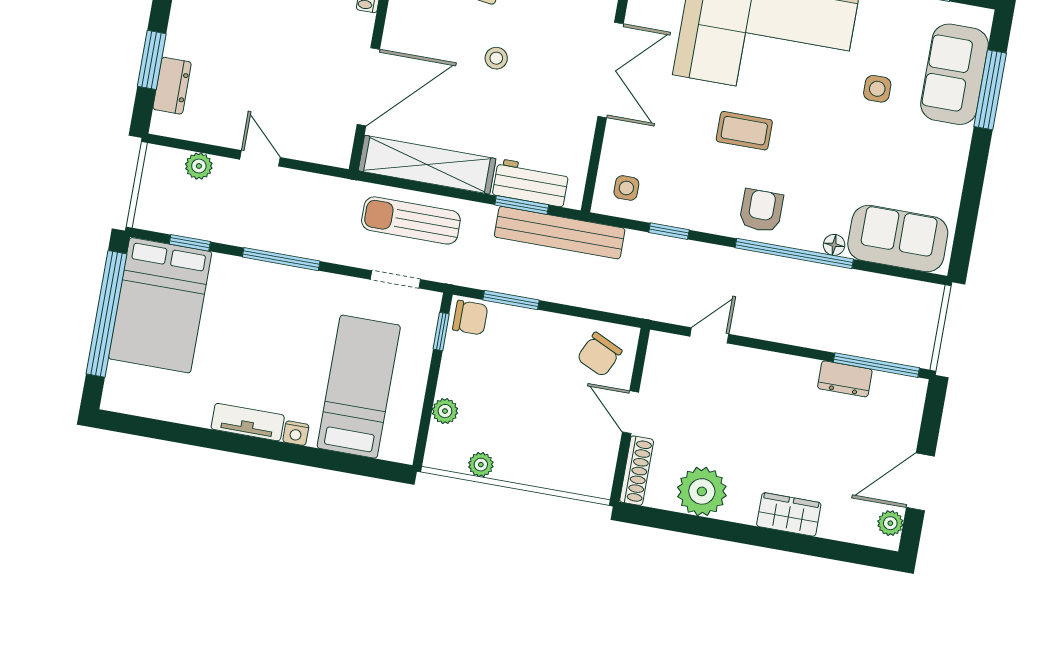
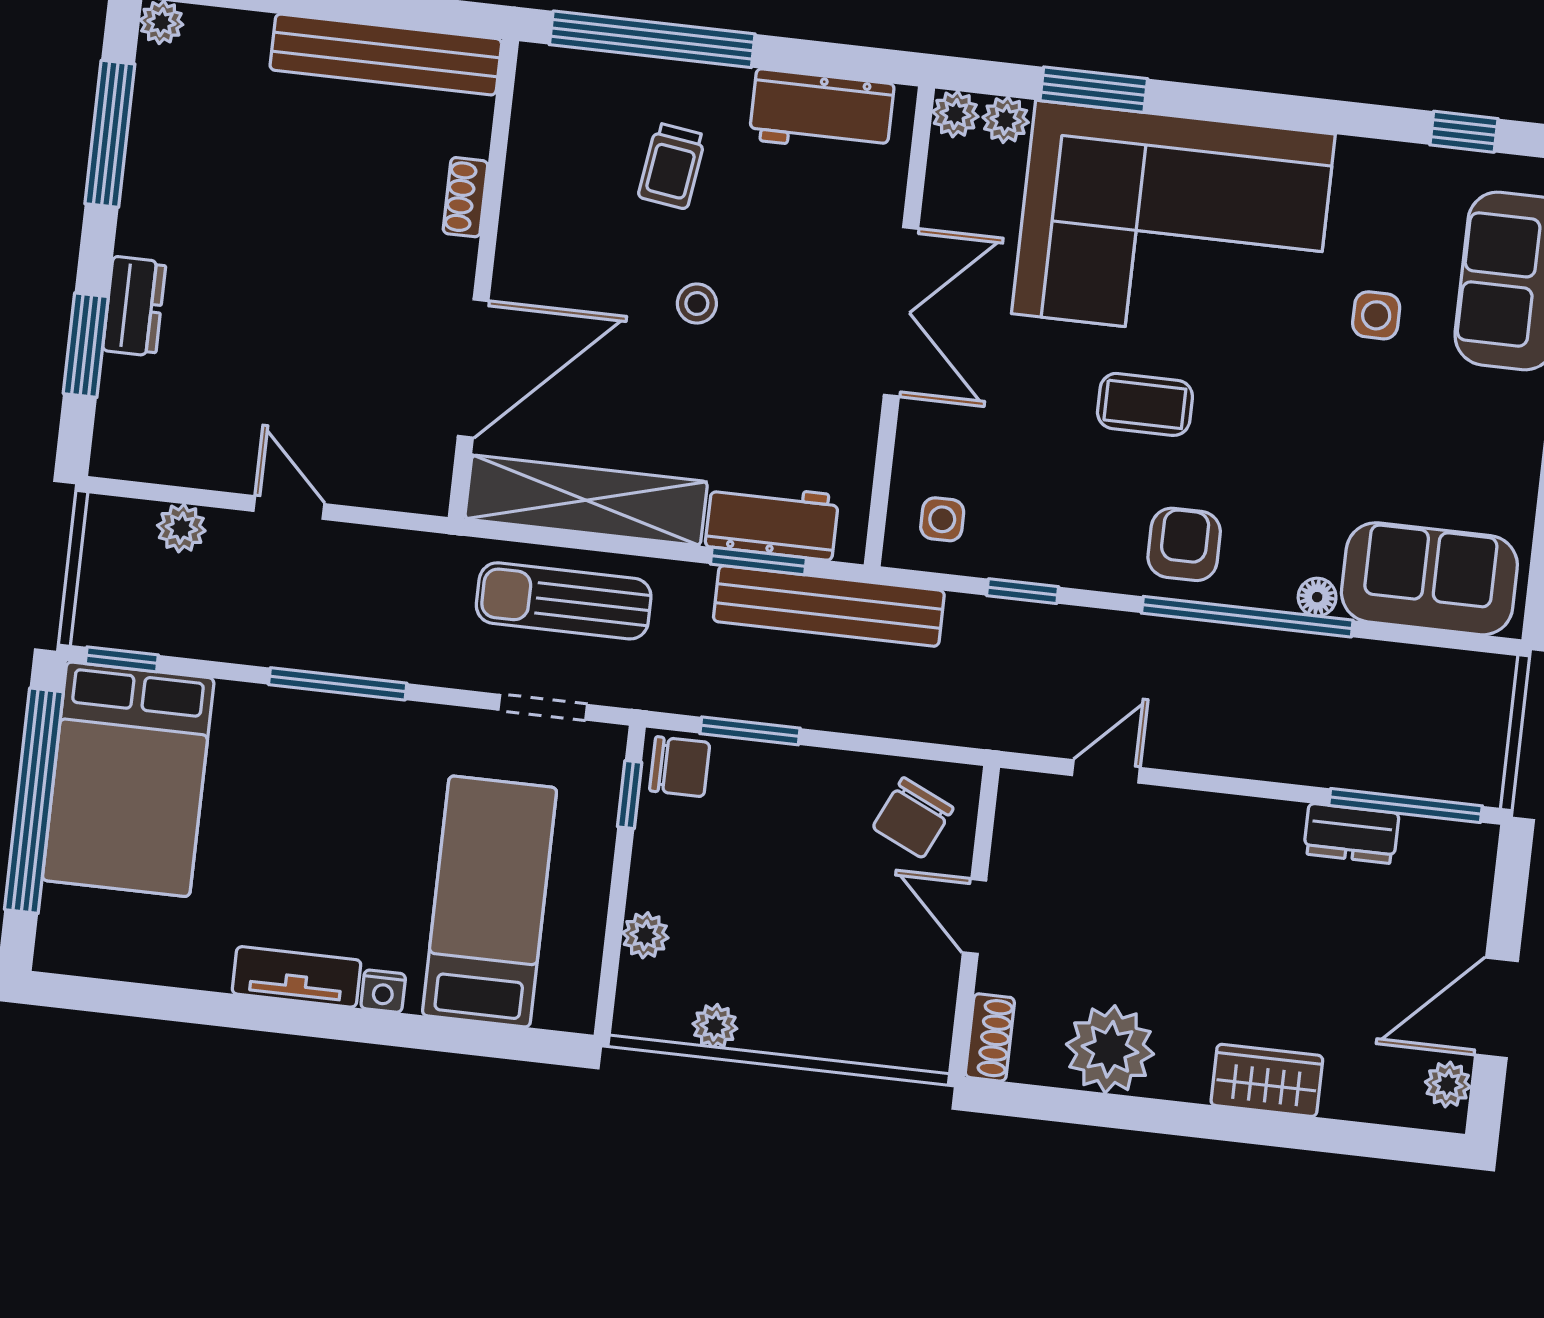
dresser: (172, 86) -> (134, 306), moved
window: (190, 243) -> (122, 659), moved
shoe rack: (637, 471) -> (990, 1037), width x0.70

